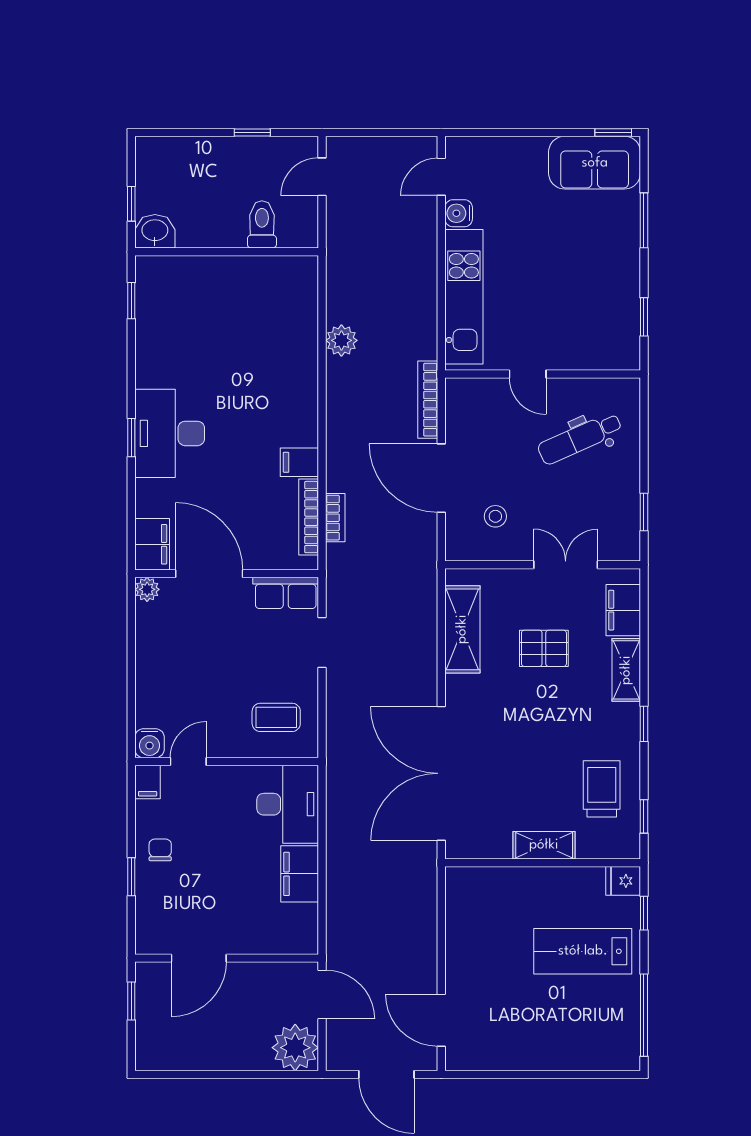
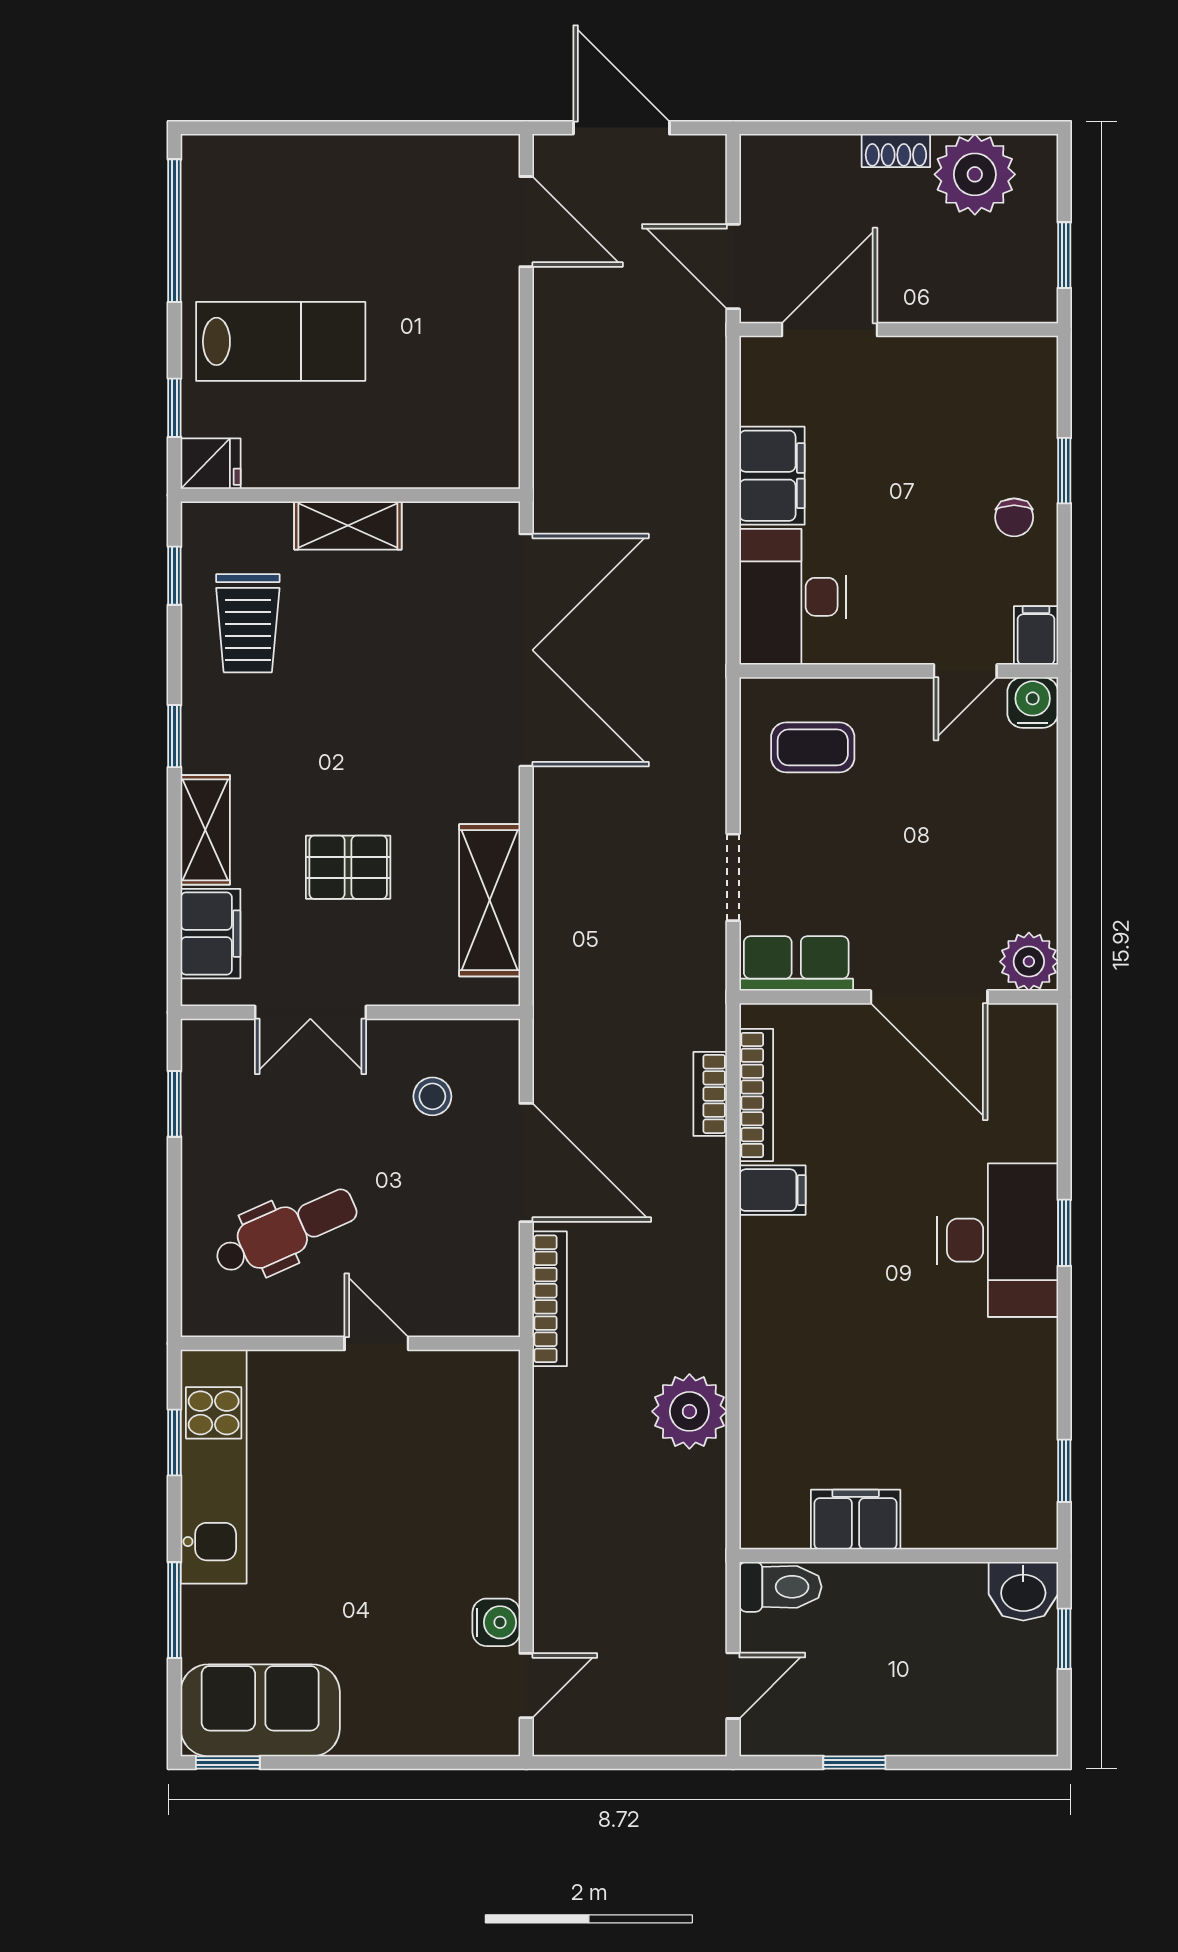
toilet: (262, 224) -> (781, 1587), moved, turned -90
kitchen unit: (464, 297) -> (214, 1467), moved, turned 180
plant: (341, 340) -> (689, 1411), width x1.36, depth x1.36
filing cabinet: (152, 544) -> (856, 1520), moved, turned 90
plant: (147, 589) -> (1029, 962), width x1.38, depth x1.38
door: (199, 958) -> (830, 330), moved
plant: (295, 1048) -> (975, 174), moved
shoe rack: (228, 1061) -> (896, 151), added

